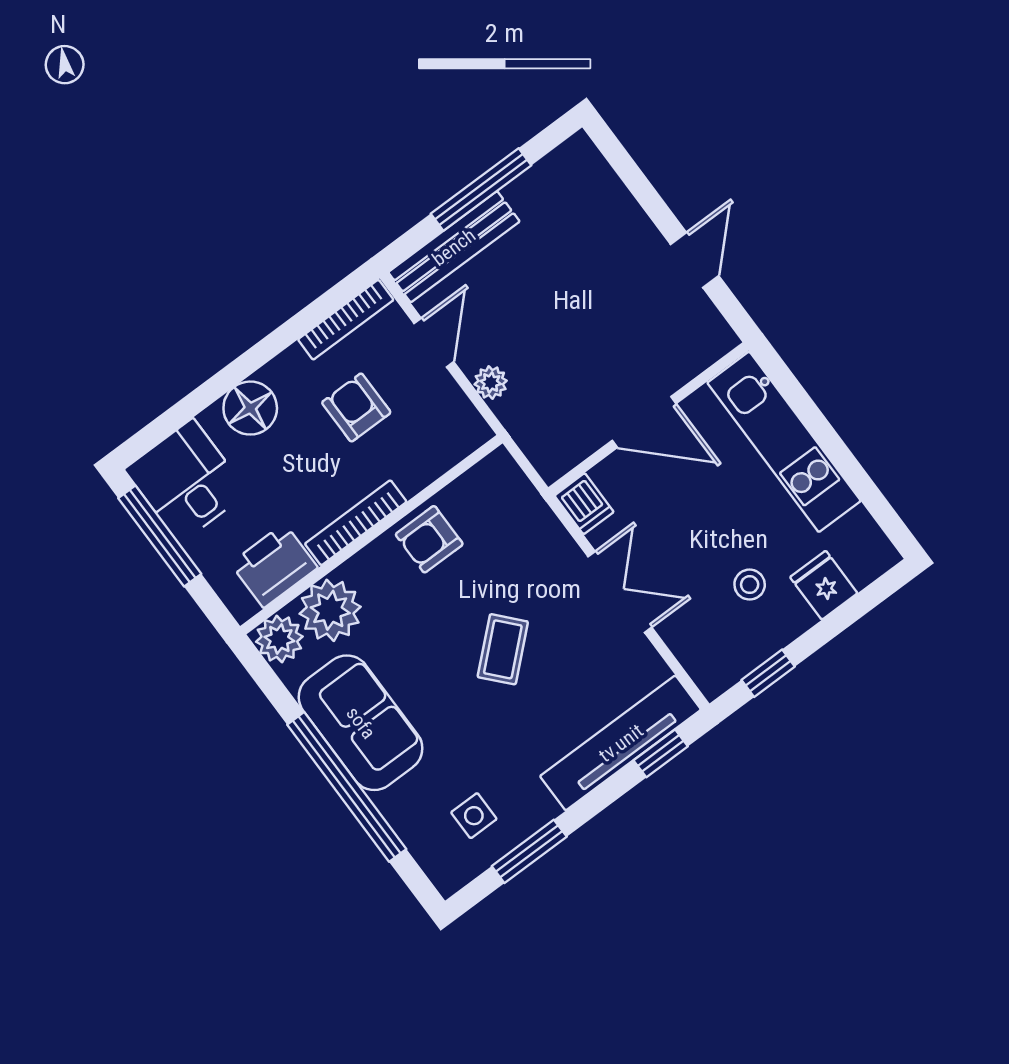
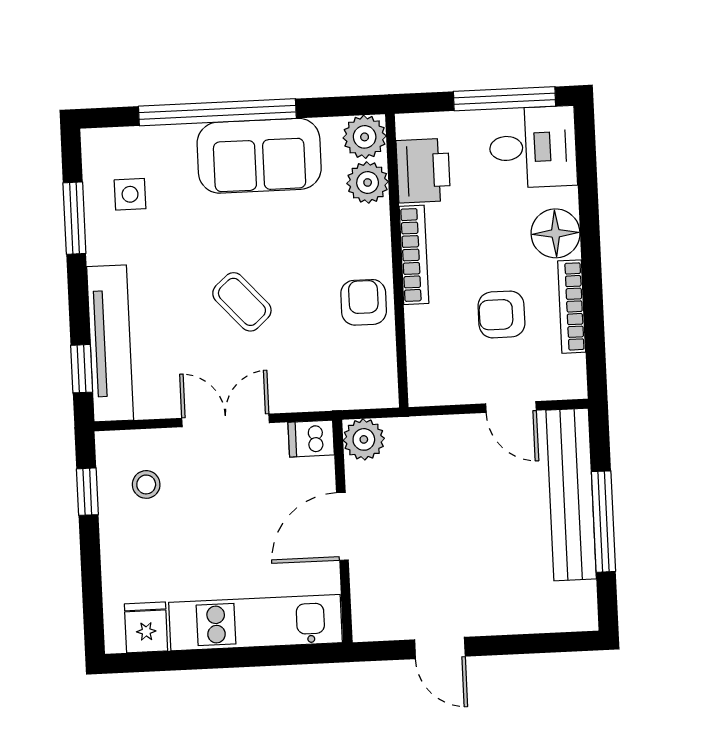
bench: (454, 247) -> (571, 494), width x1.37, depth x1.21
bookcase: (346, 320) -> (572, 307), moved
plant: (491, 383) -> (364, 439), moved, width x1.38, depth x1.38
armchair: (356, 407) -> (501, 314), turned 180
stool: (750, 585) -> (146, 484), moved
fridge: (824, 585) -> (146, 627), moved, turned -90
double door: (620, 592) -> (226, 420), swing flipped
plant: (330, 610) -> (368, 182), width x0.73, depth x0.73

